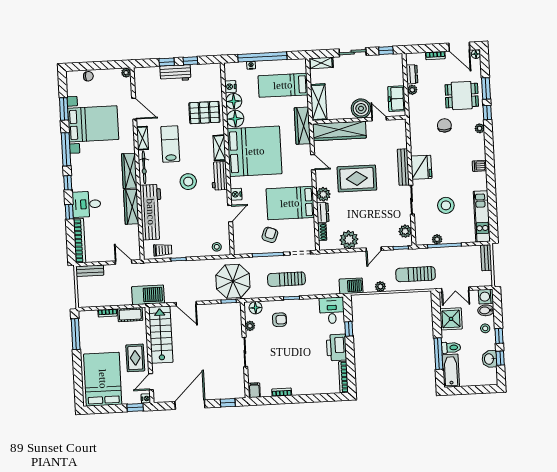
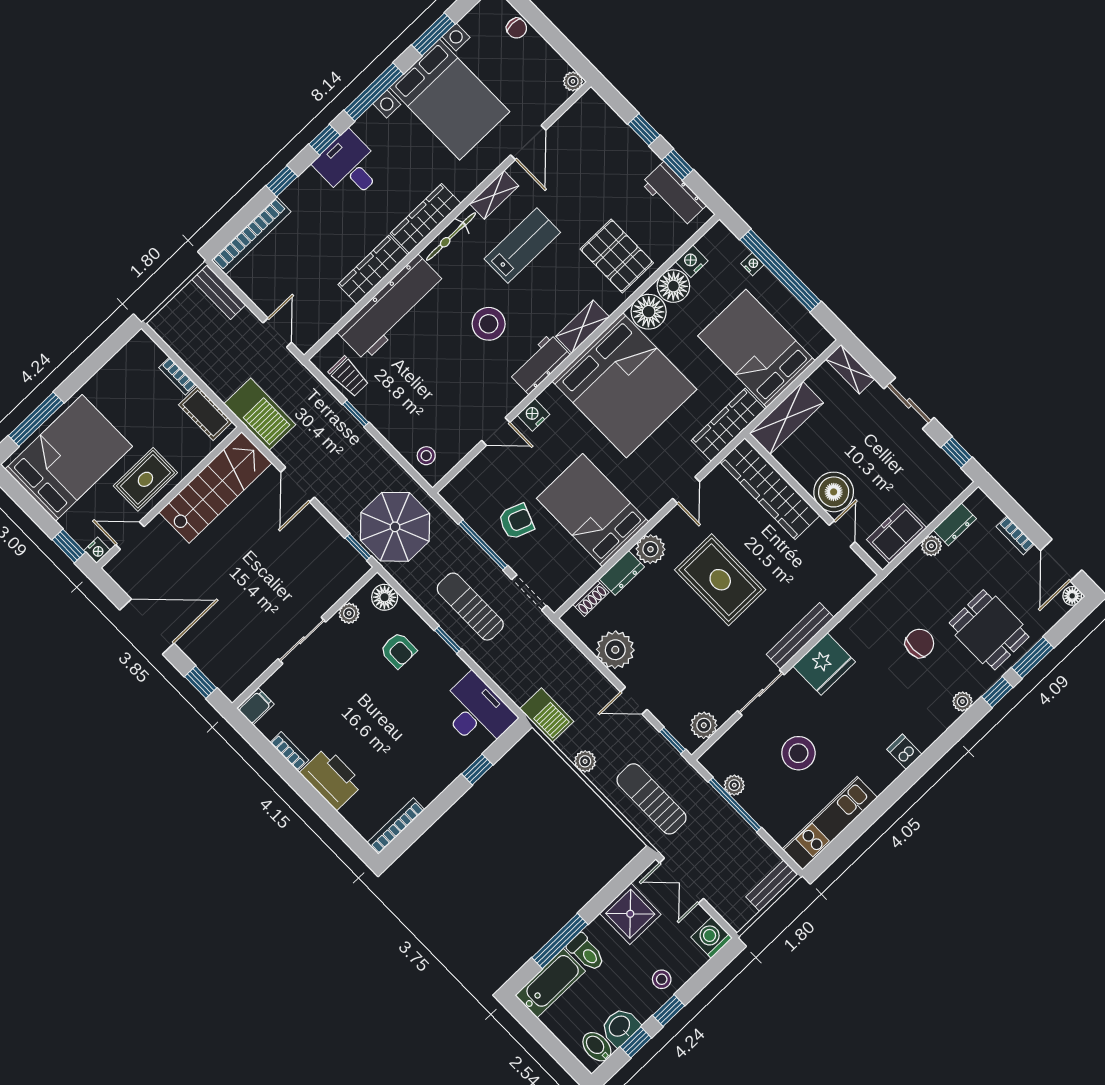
workbench: (175, 73) -> (674, 194), moved
bed: (283, 85) -> (756, 348), width x1.50
desk: (86, 204) -> (349, 166), moved
desk: (332, 310) -> (477, 712), width x1.37
bidet: (486, 310) -> (597, 1047), moved
window: (76, 334) -> (36, 419), moved
printer: (337, 347) -> (331, 778), moved, turned 90

